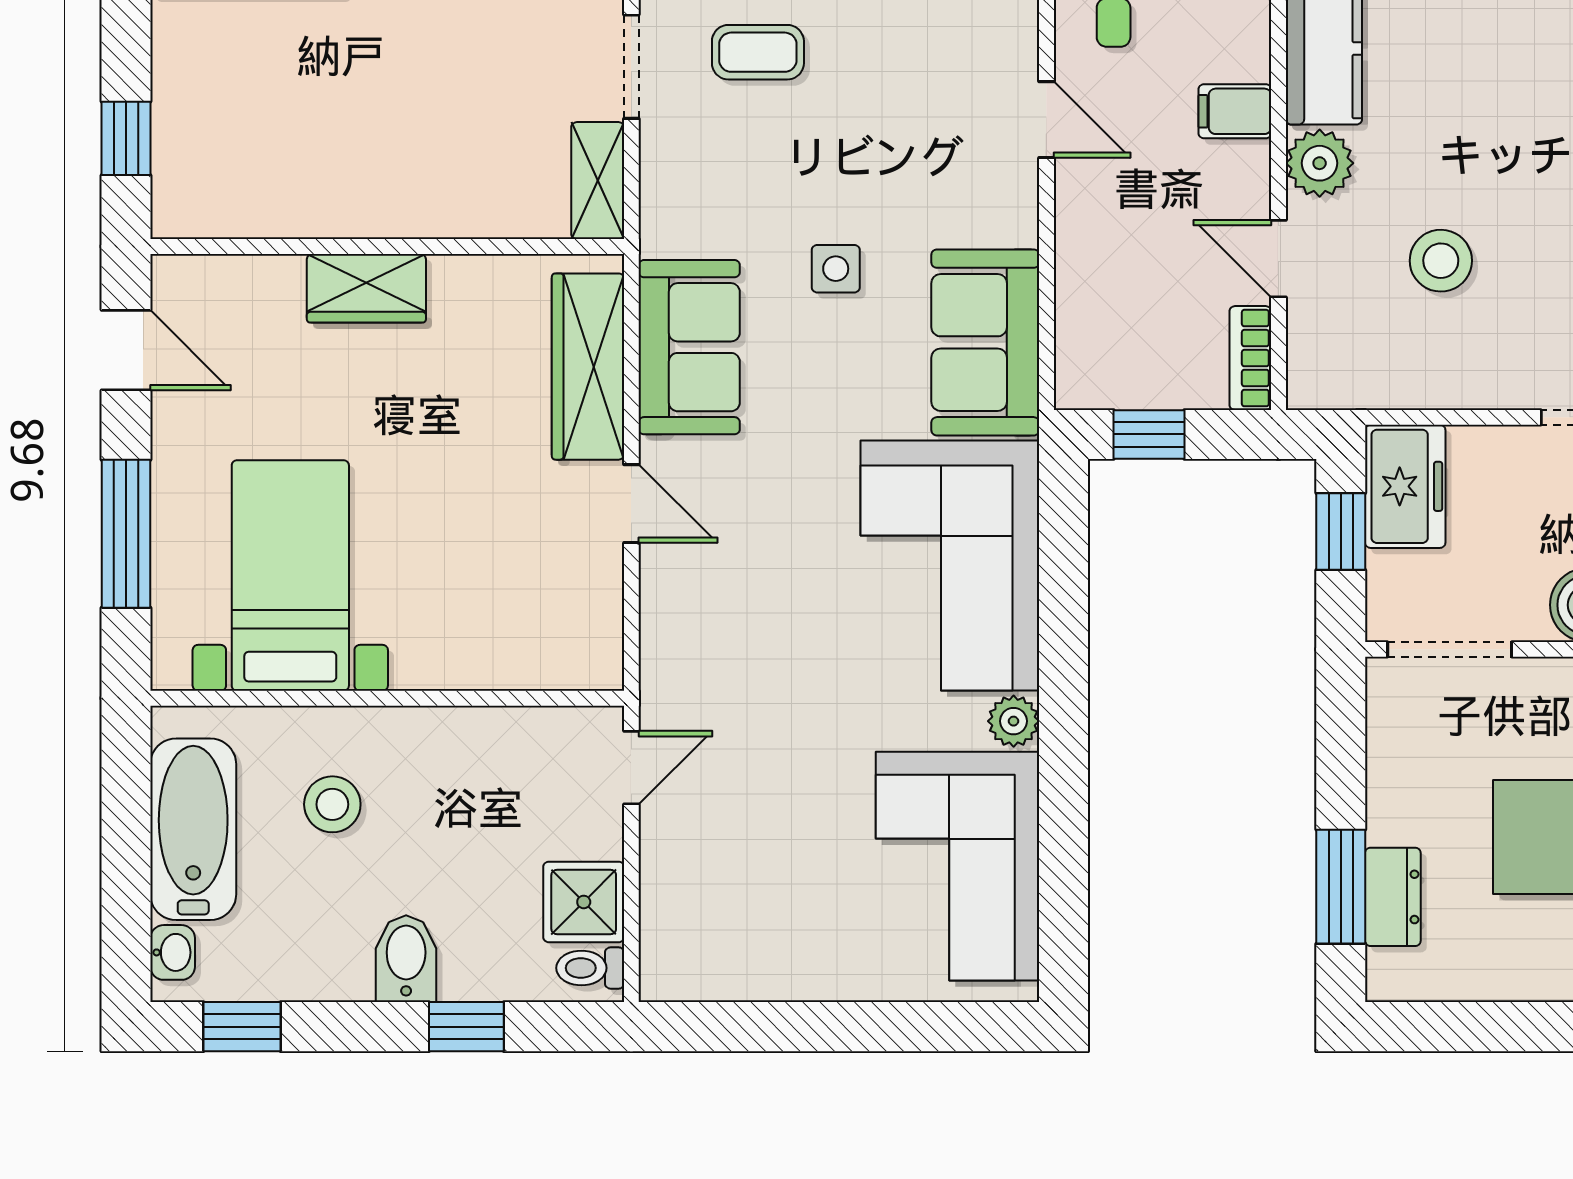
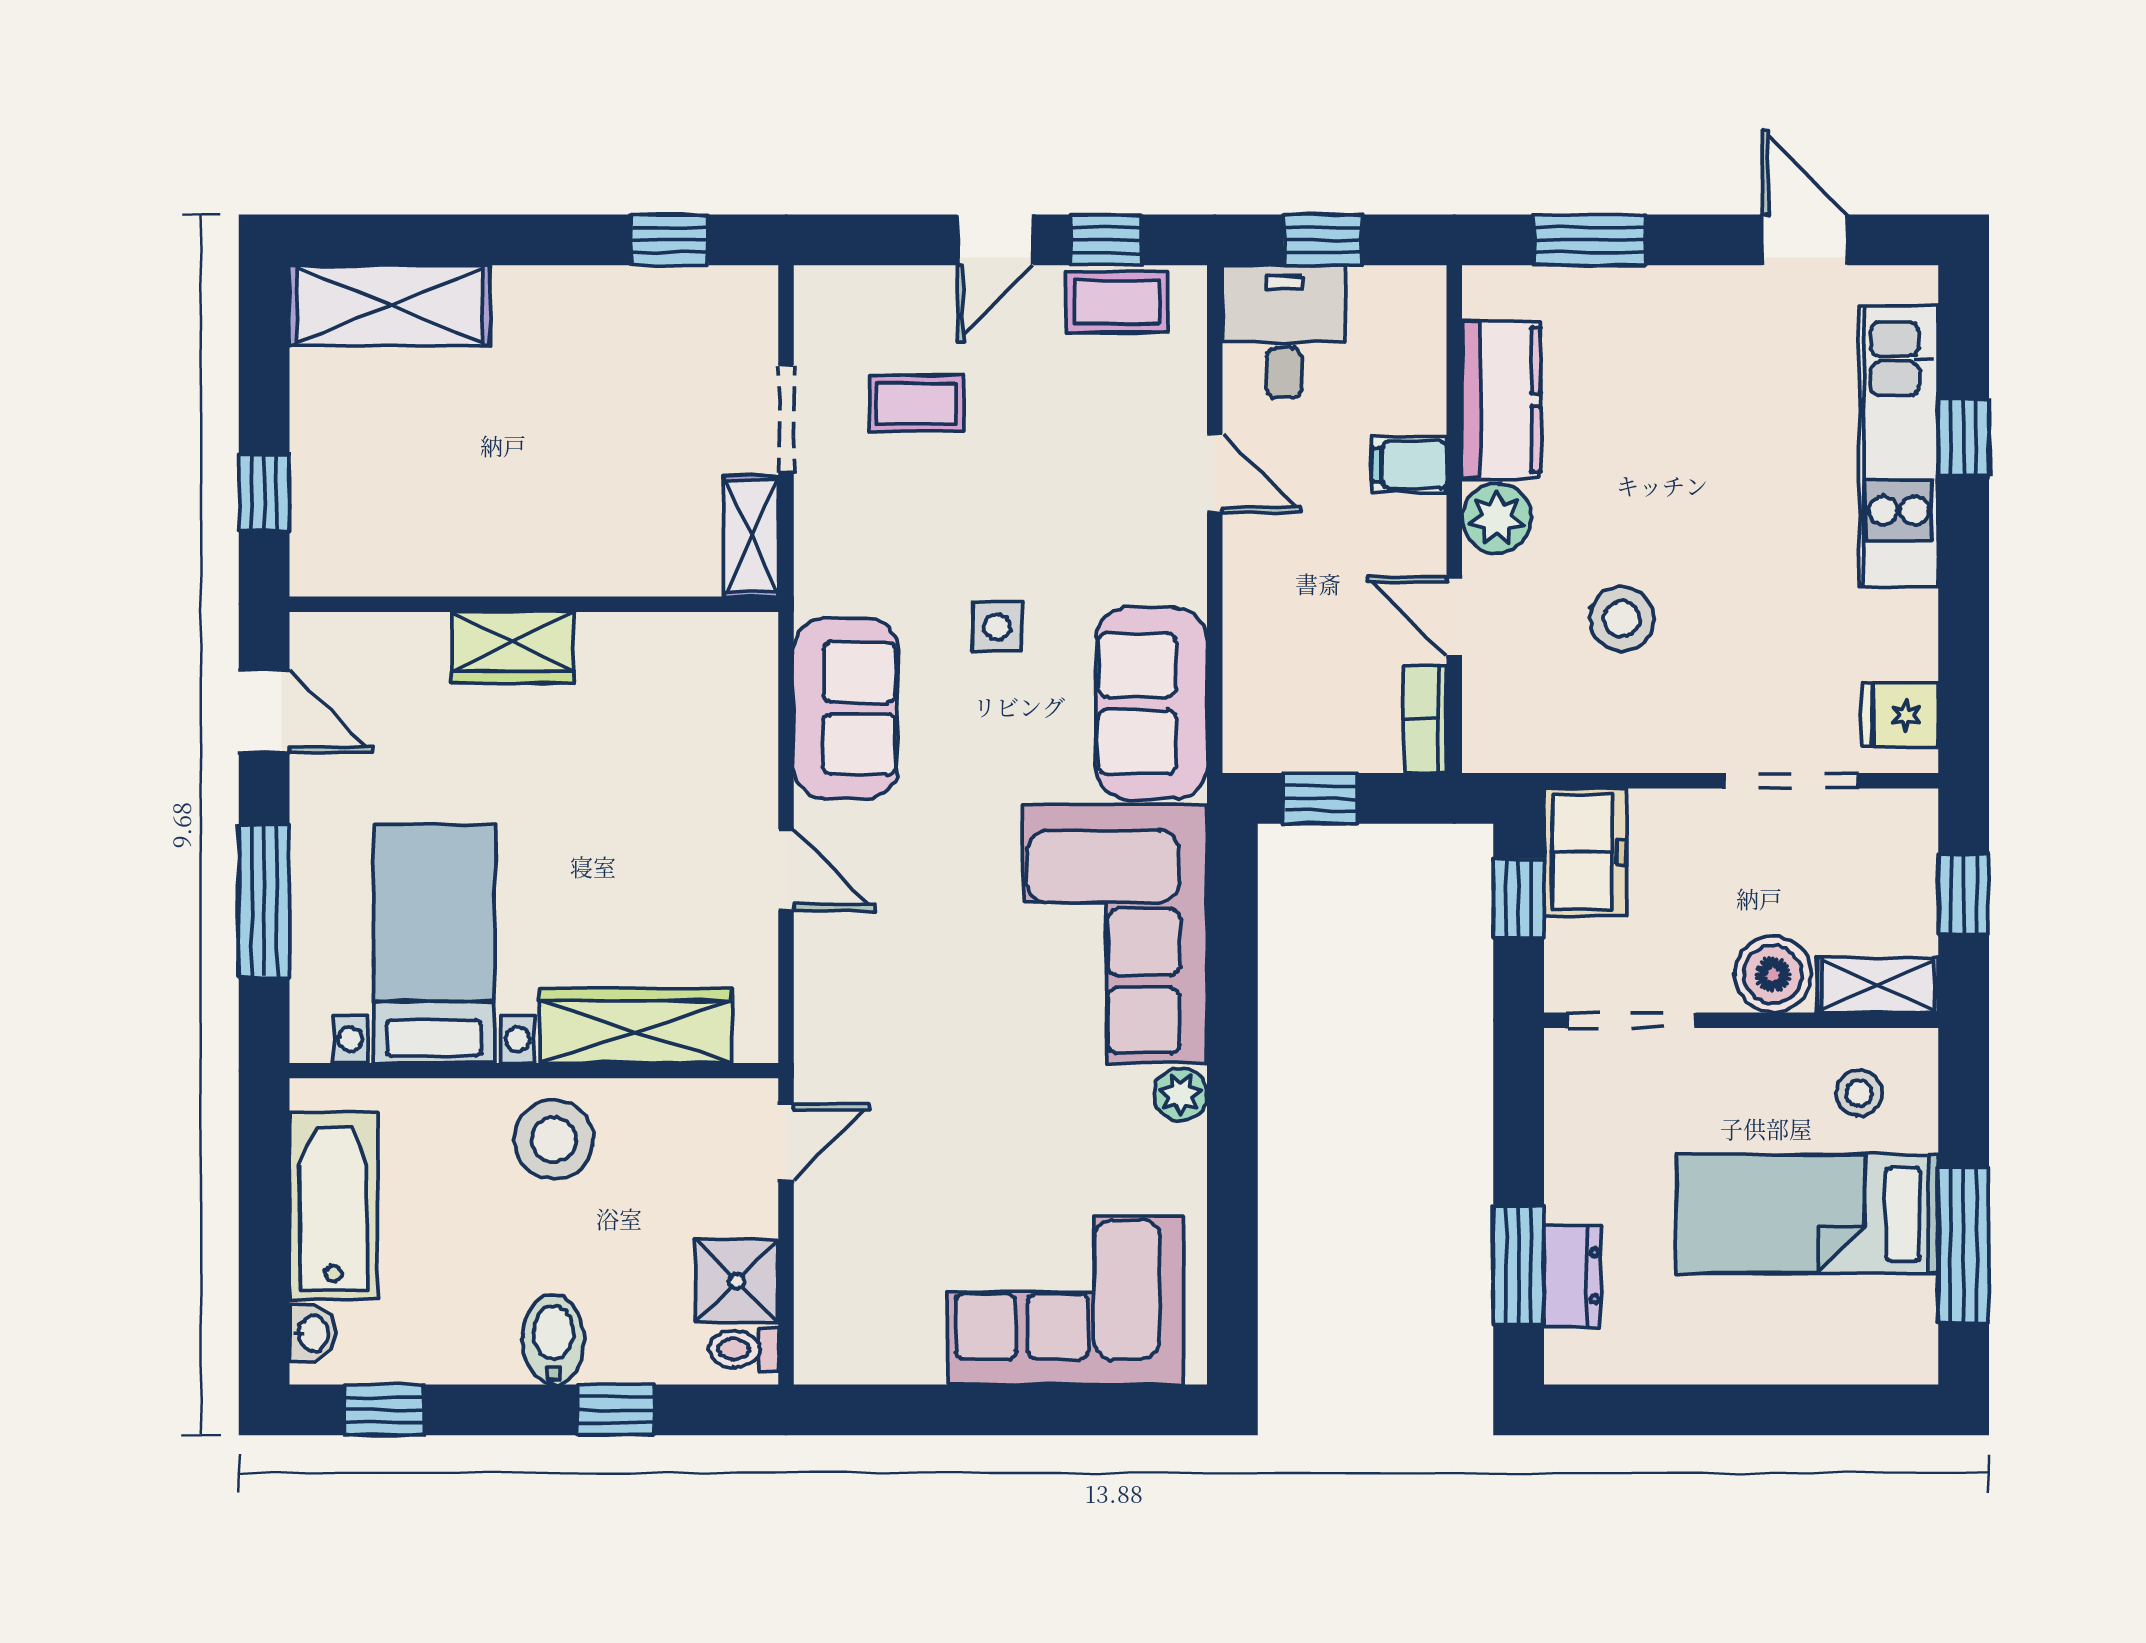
wardrobe: (588, 367) -> (636, 1026), moved, turned 90
stool: (332, 804) -> (554, 1140), moved, width x1.38, depth x1.38
corner sofa: (957, 866) -> (1066, 1300), moved, turned 90

